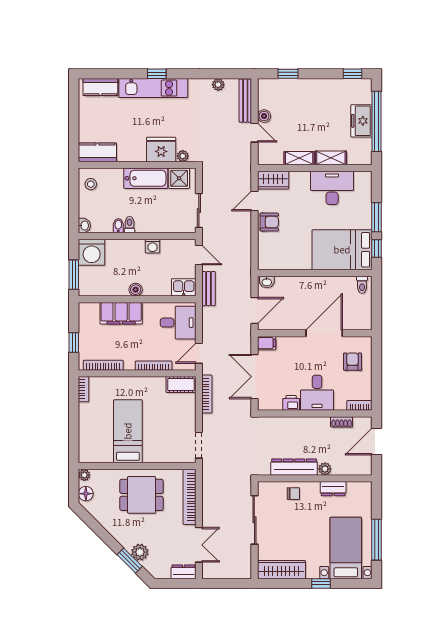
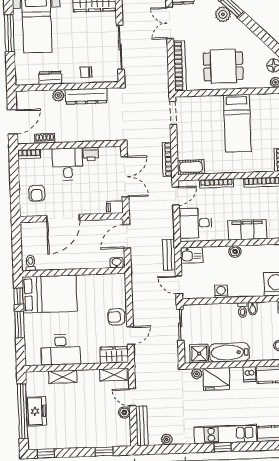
dishwasher: (124, 153) -> (250, 374), added
shelving: (299, 158) -> (113, 375), moved

